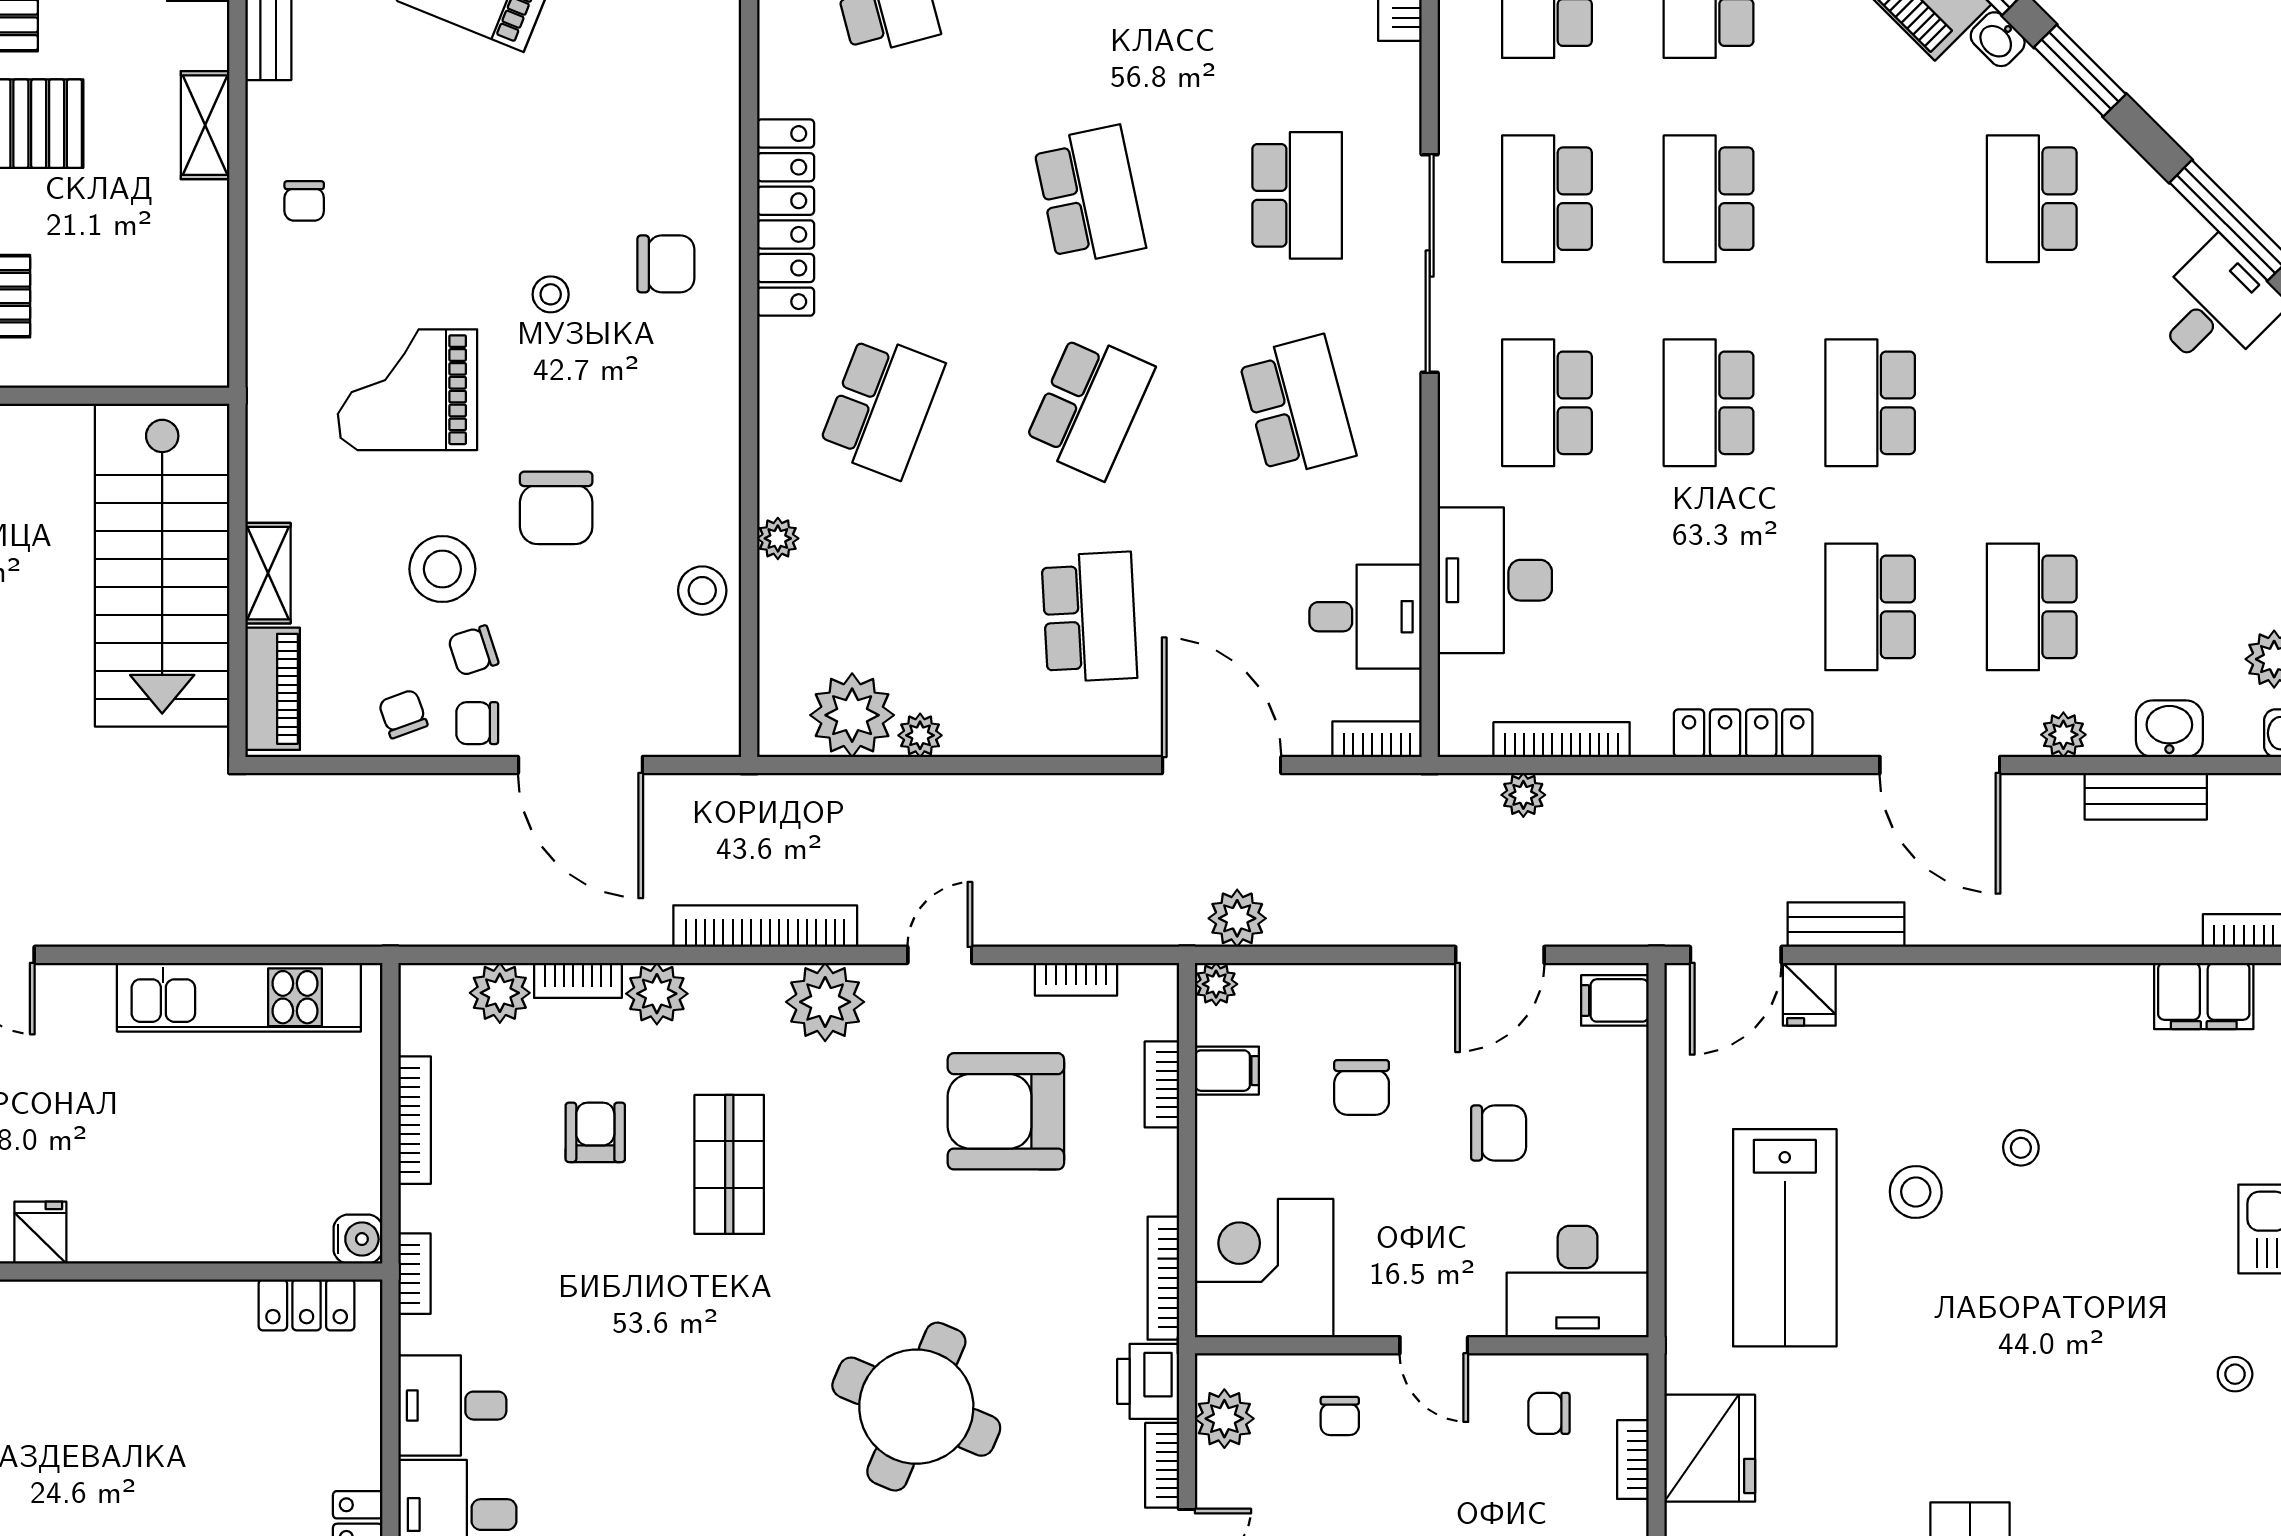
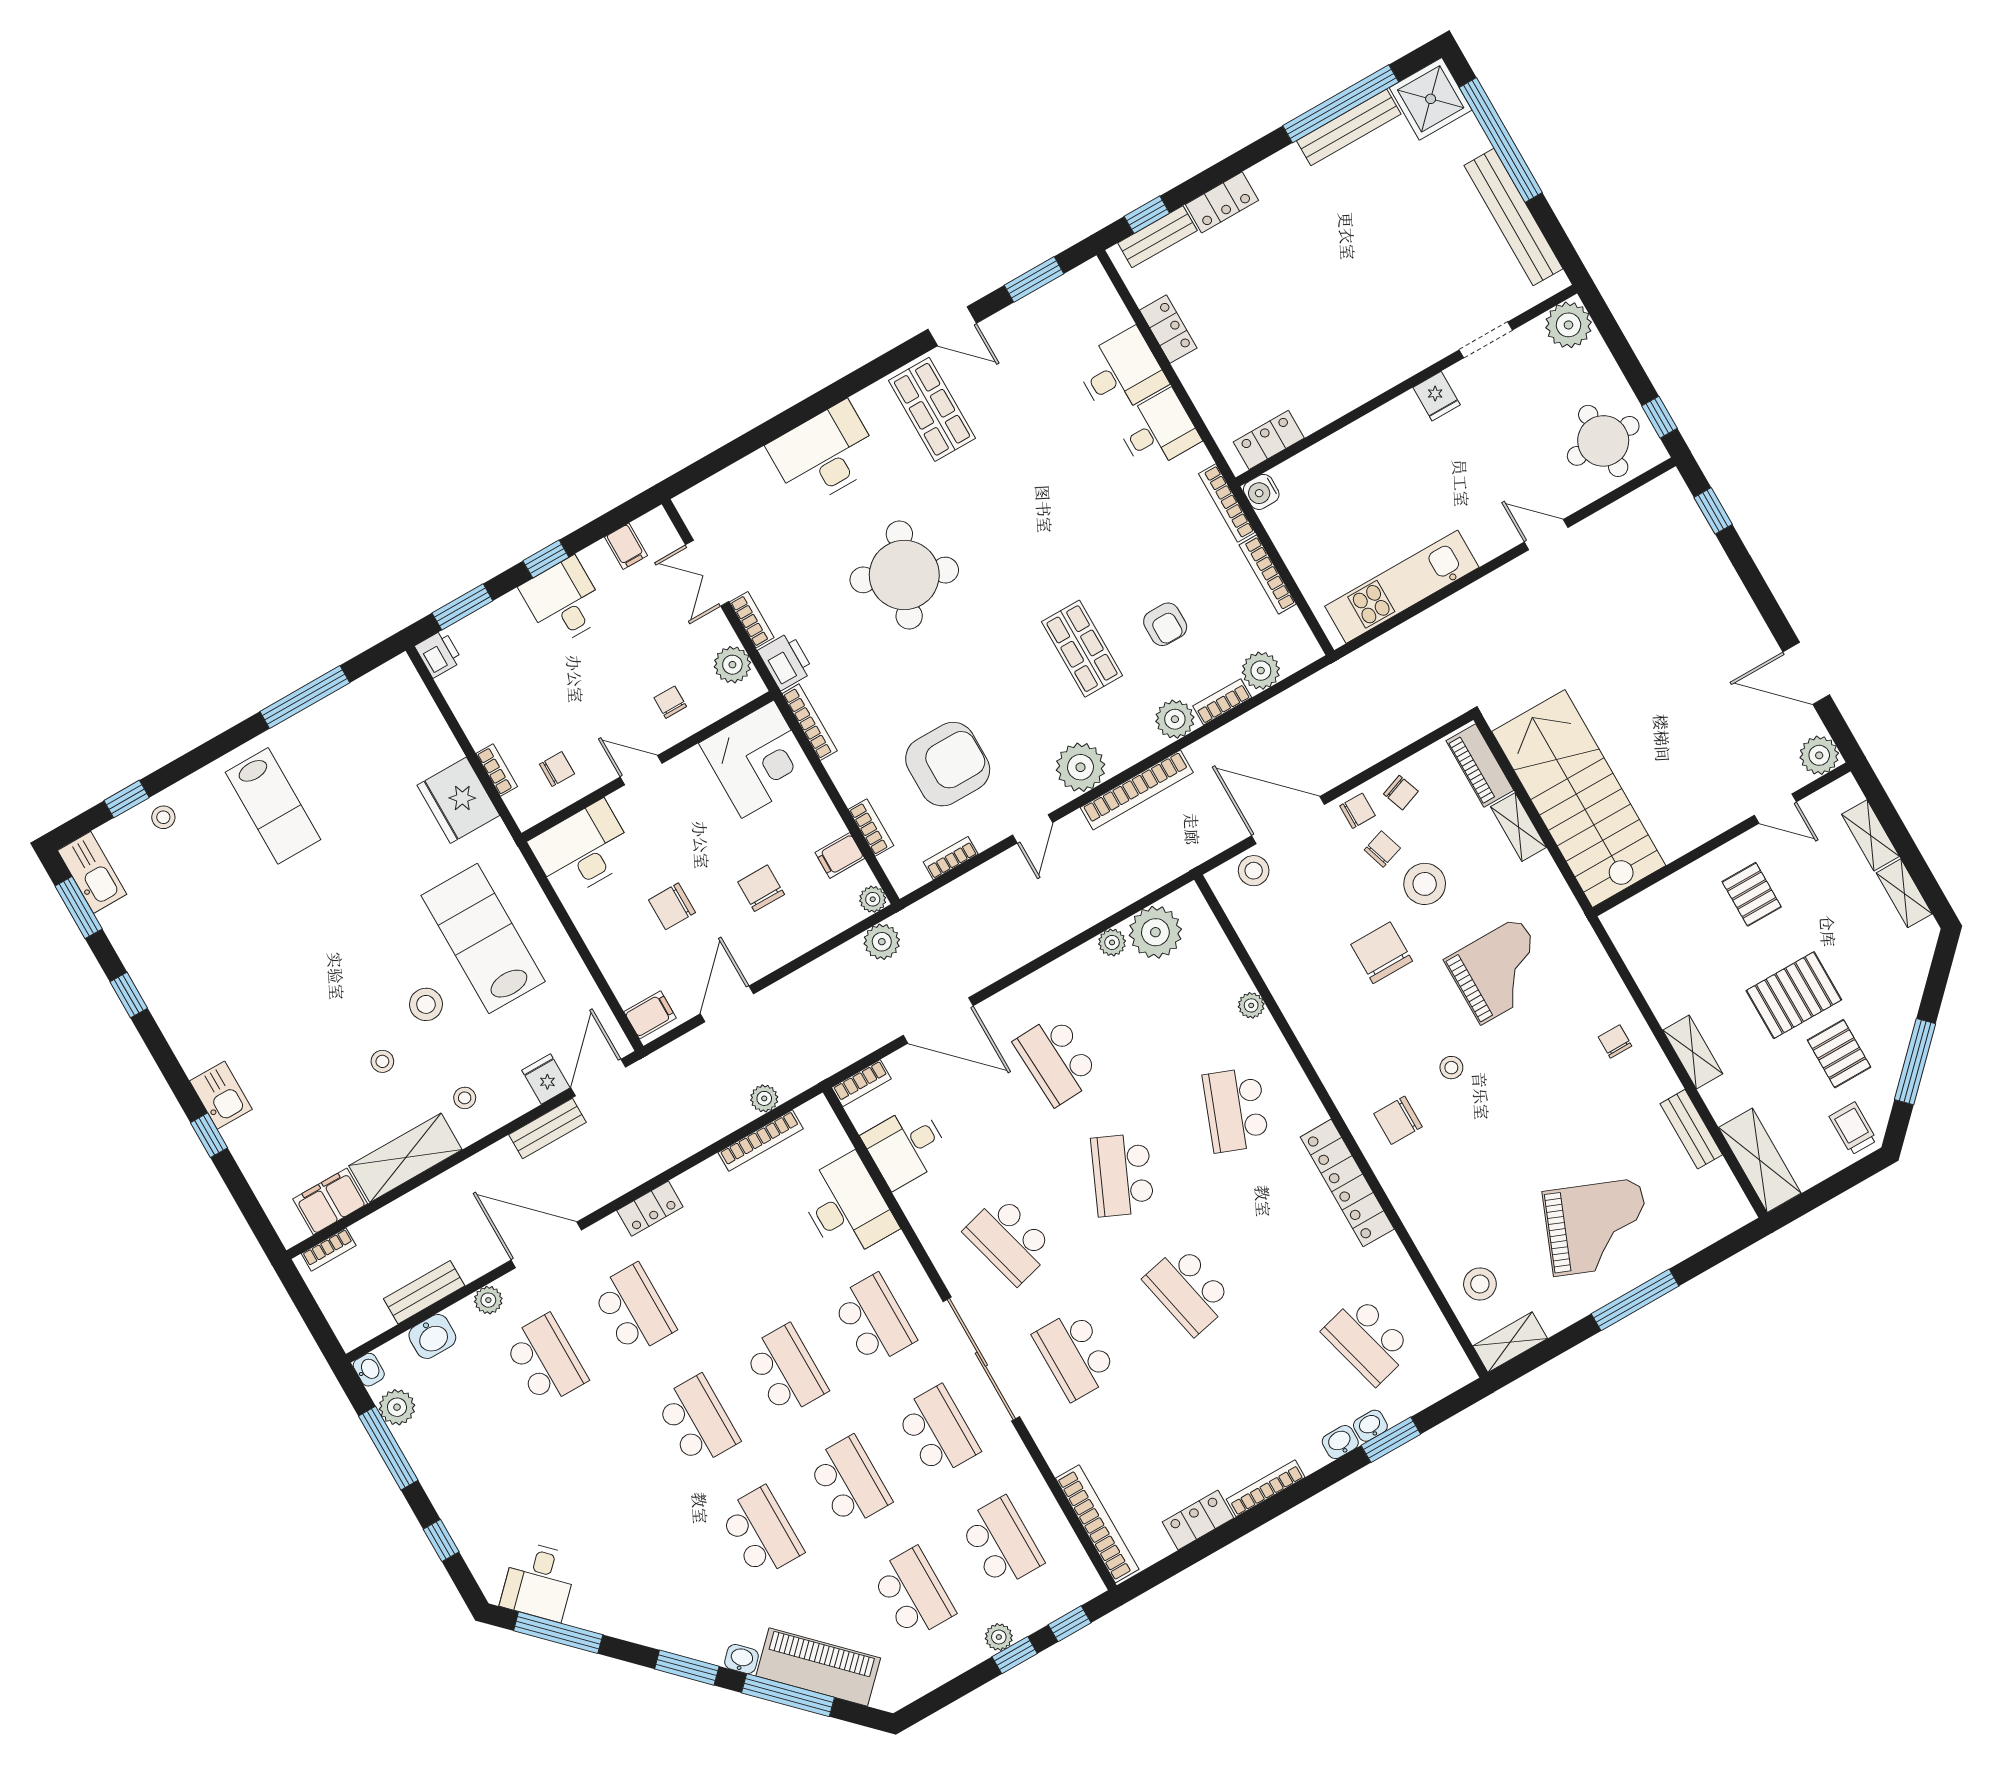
school desk: (2032, 199) -> (761, 1532), moved
stool: (702, 591) -> (1254, 871), moved
locker: (1743, 733) -> (650, 1209), width x0.66
shelving: (2065, 997) -> (405, 1158), added
bookcase: (414, 1274) -> (1227, 503), width x1.56
stool: (2235, 1374) -> (465, 1098), moved

